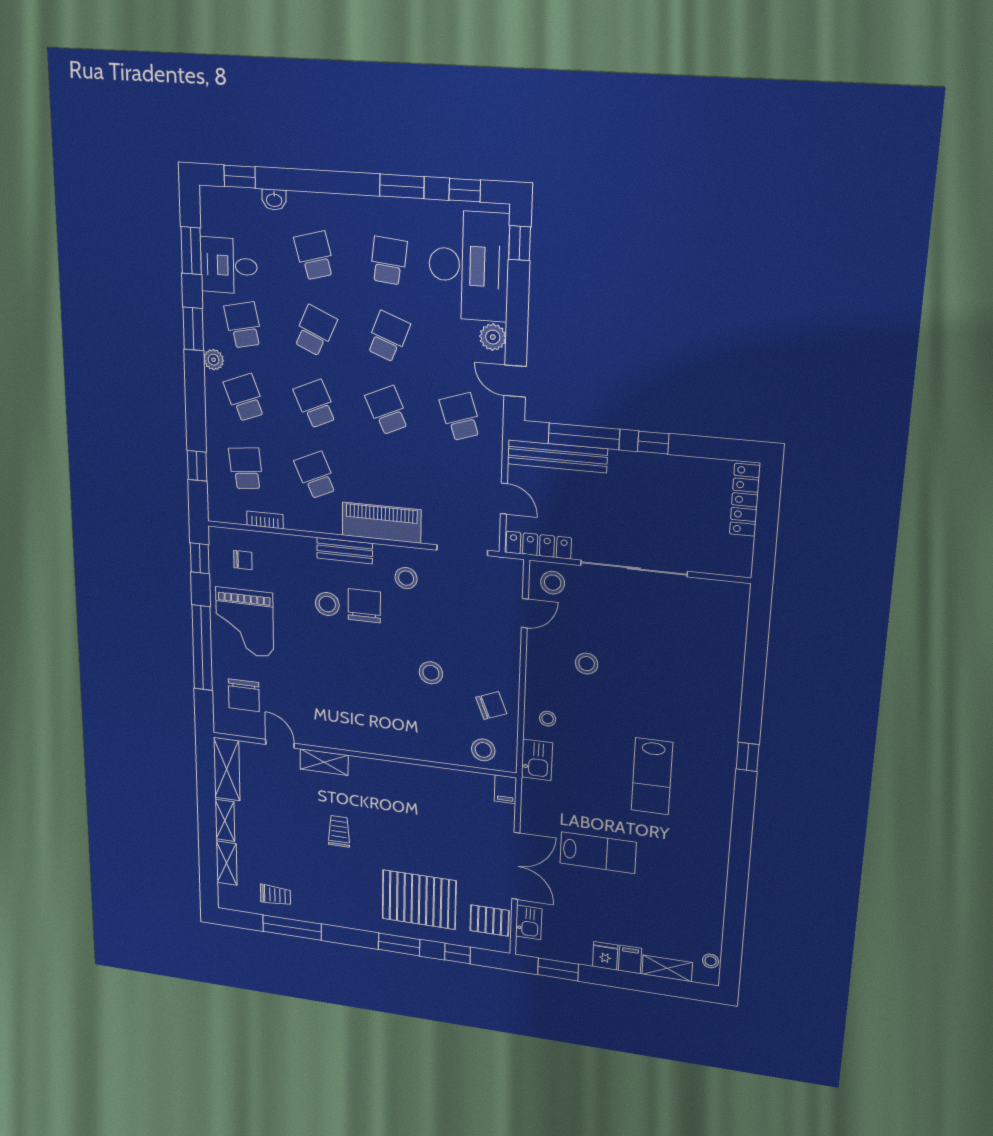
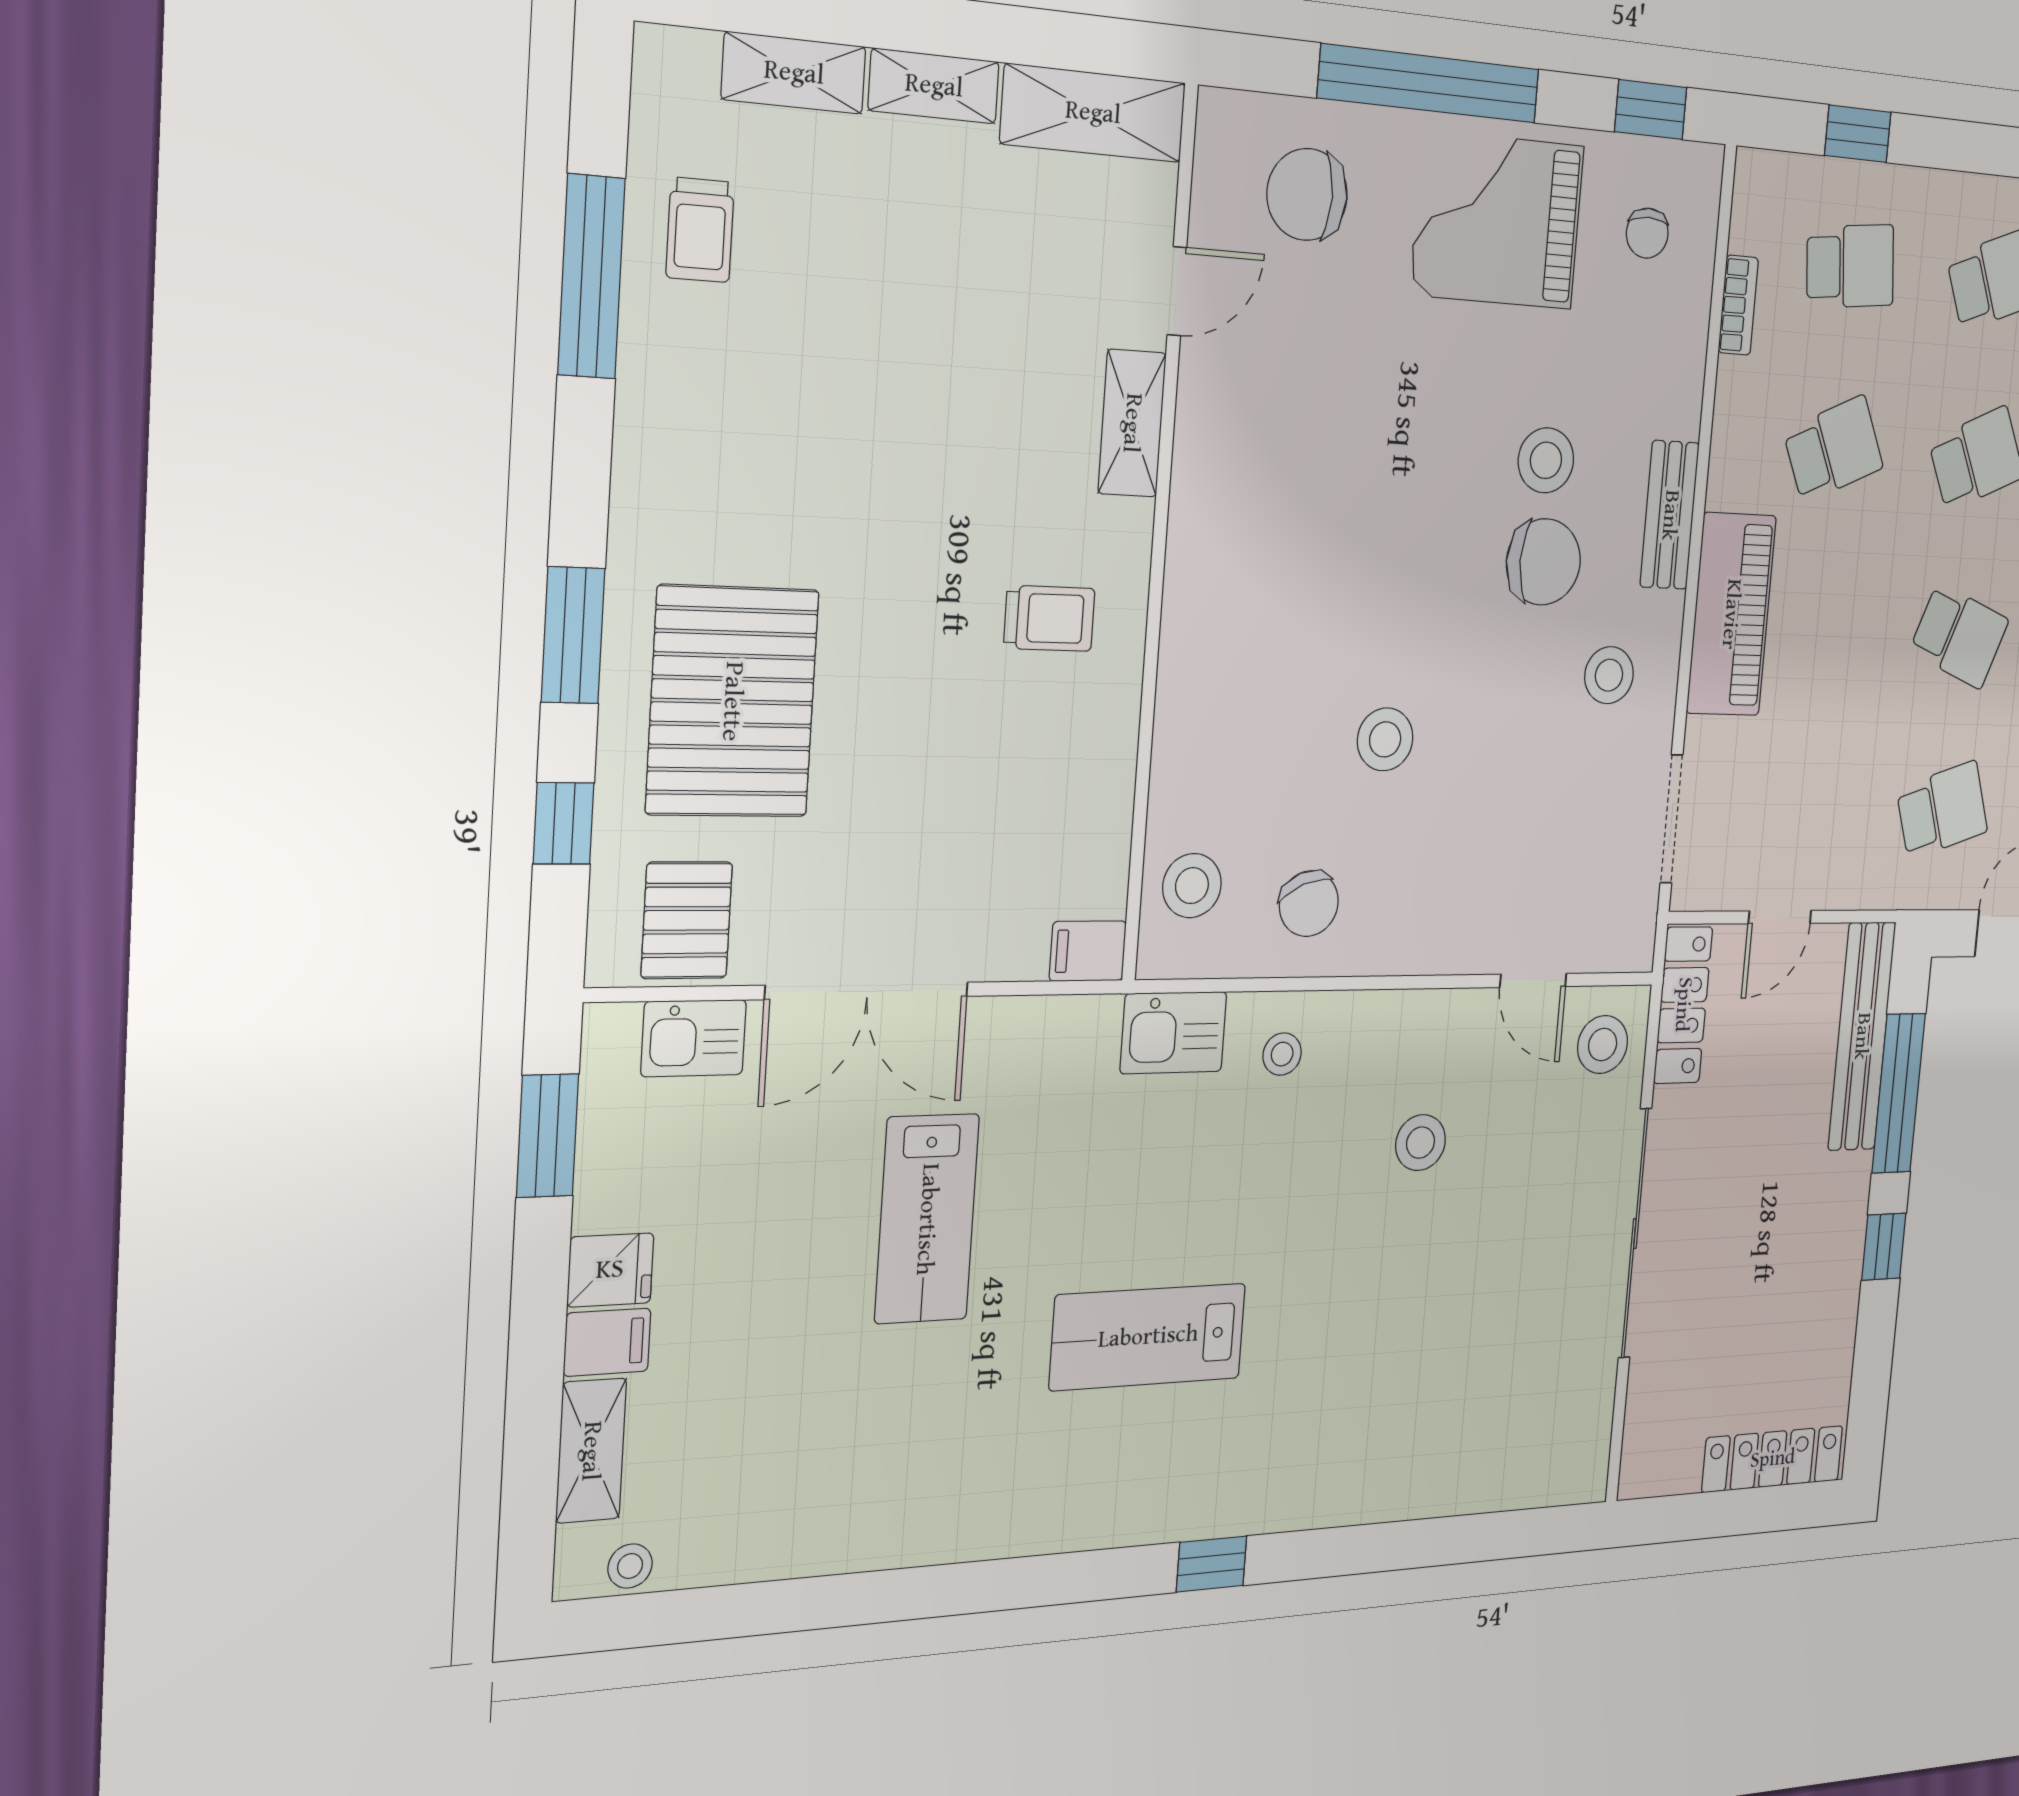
school desk: (387, 410) -> (1959, 636), turned 45
trolley: (339, 831) -> (1049, 618), moved

